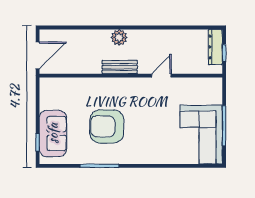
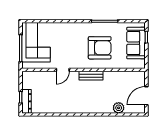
plant: (119, 37) -> (119, 108), moved
bench: (120, 67) -> (91, 76), moved
wall: (131, 76) -> (83, 70), moved
door: (161, 76) -> (63, 70), moved

